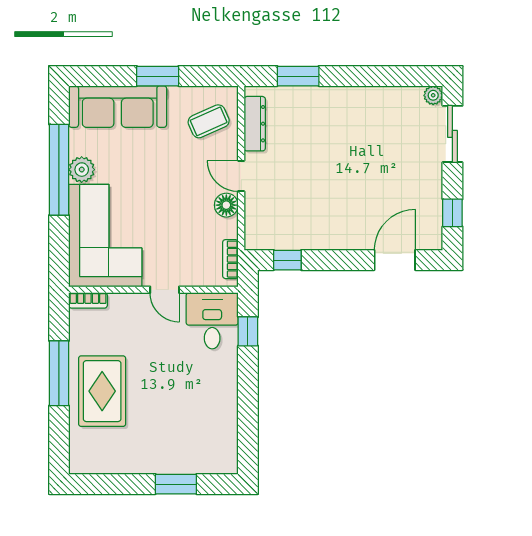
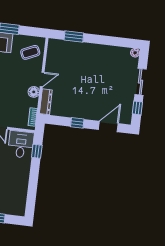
dresser: (255, 124) -> (46, 102), moved
sliding door: (452, 134) -> (141, 82), moved
door: (241, 176) -> (42, 79), swing flipped
window: (287, 260) -> (77, 123), moved

